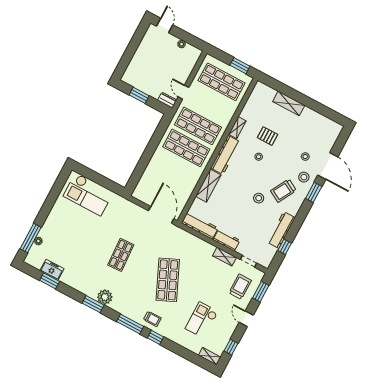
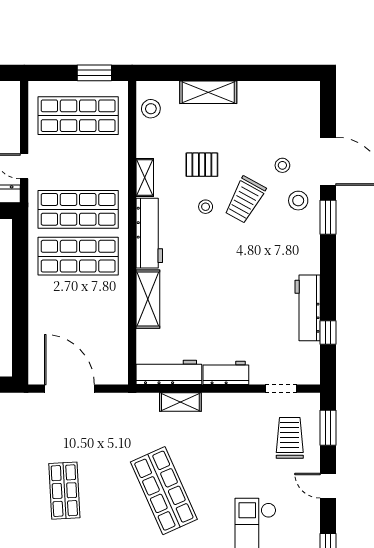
trolley: (283, 191) -> (245, 200), moved
stool: (259, 198) -> (151, 109), moved
door: (161, 215) -> (69, 389), moved
shelving: (224, 257) -> (180, 402), moved

